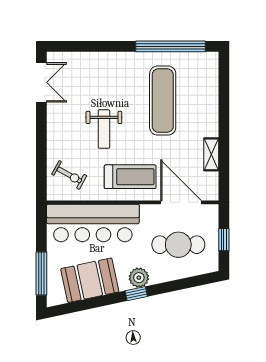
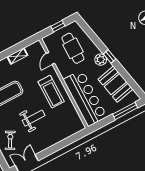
exercise bike: (69, 175) -> (10, 140), moved
treadmill: (130, 177) -> (51, 92), turned 180
door: (181, 202) -> (50, 58), width x0.53

